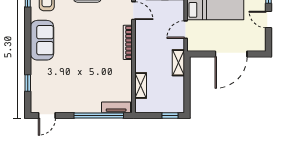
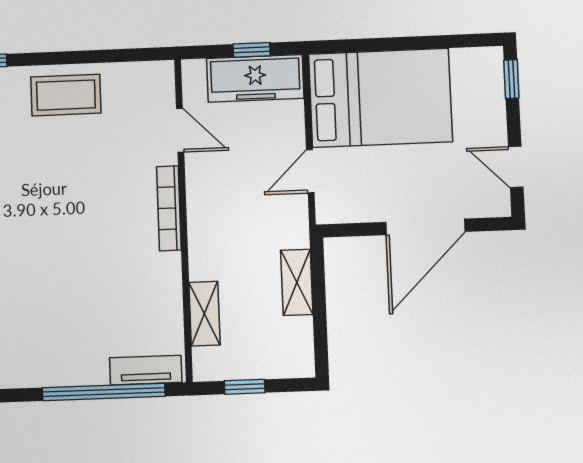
door: (269, 20) -> (516, 167), moved
shelving: (178, 63) -> (297, 282), moved
window: (170, 115) -> (245, 387), moved

